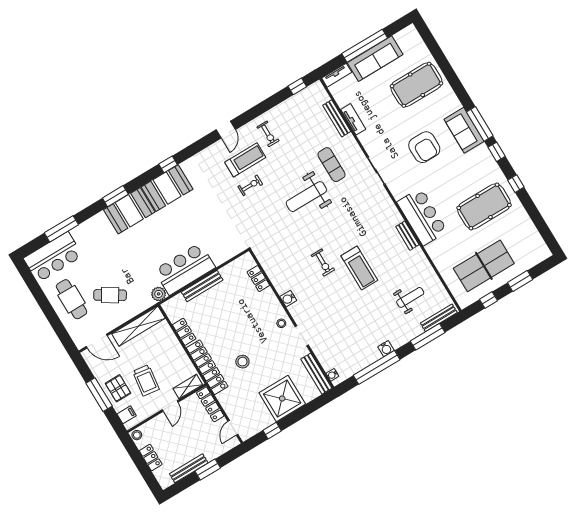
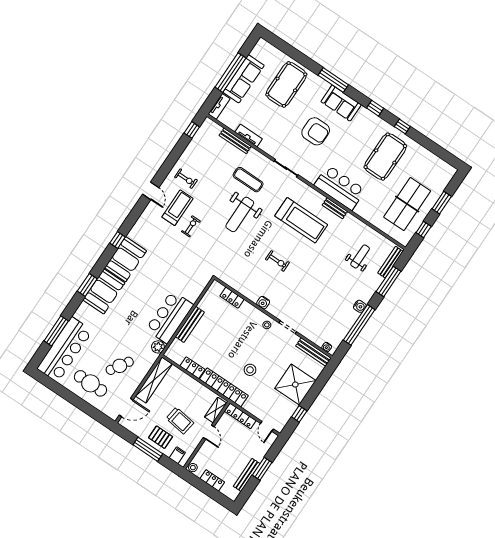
window: (480, 124) -> (333, 80), moved
bar counter: (53, 257) -> (65, 350), width x1.36
treadmill: (359, 268) -> (301, 220), moved, width x1.37, depth x1.38

